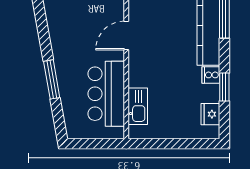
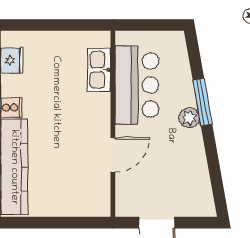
plant: (63, 66) -> (189, 118), added

